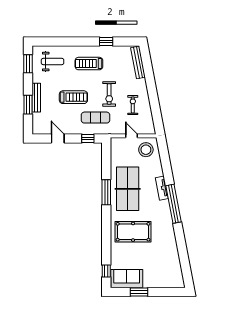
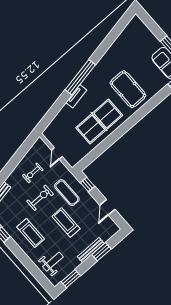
weight bench: (53, 62) -> (53, 262), turned 90
stool: (146, 150) -> (58, 134), removed
window: (106, 192) -> (116, 135), removed

